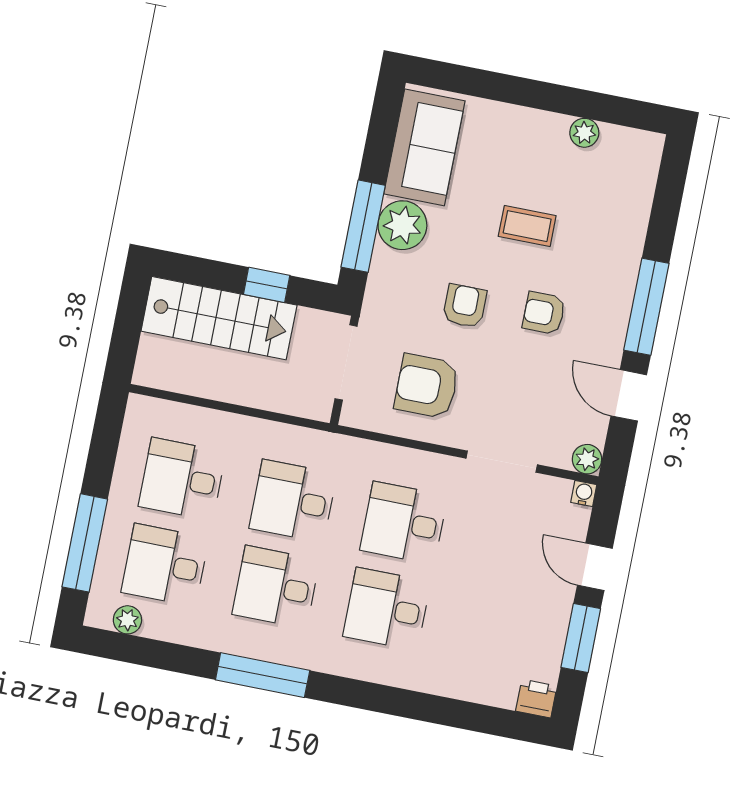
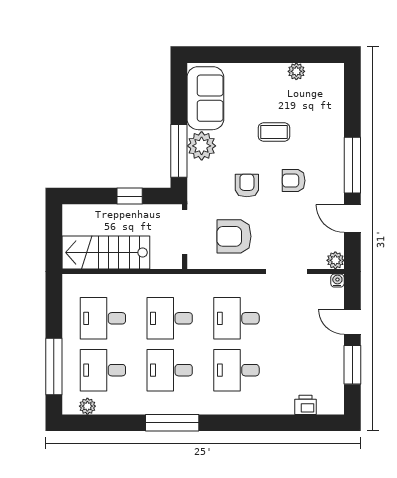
stairs: (219, 318) -> (106, 252), moved, turned 180
printer: (536, 698) -> (306, 405), moved

